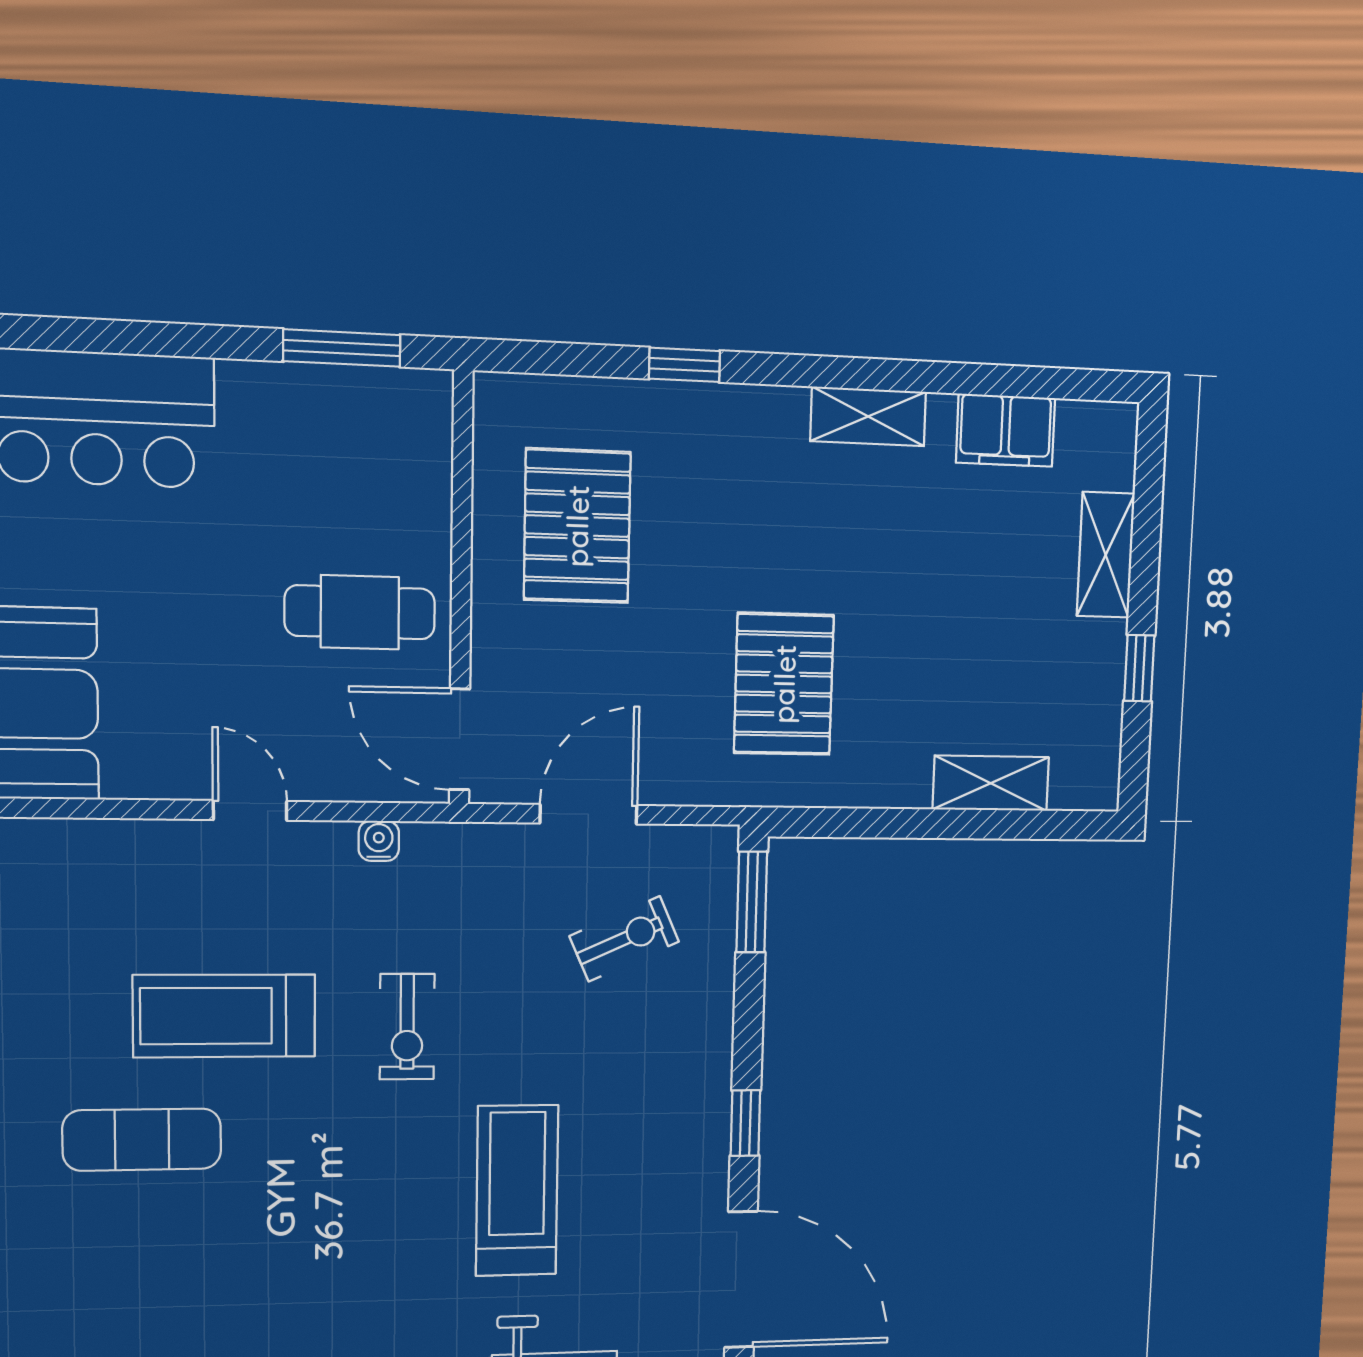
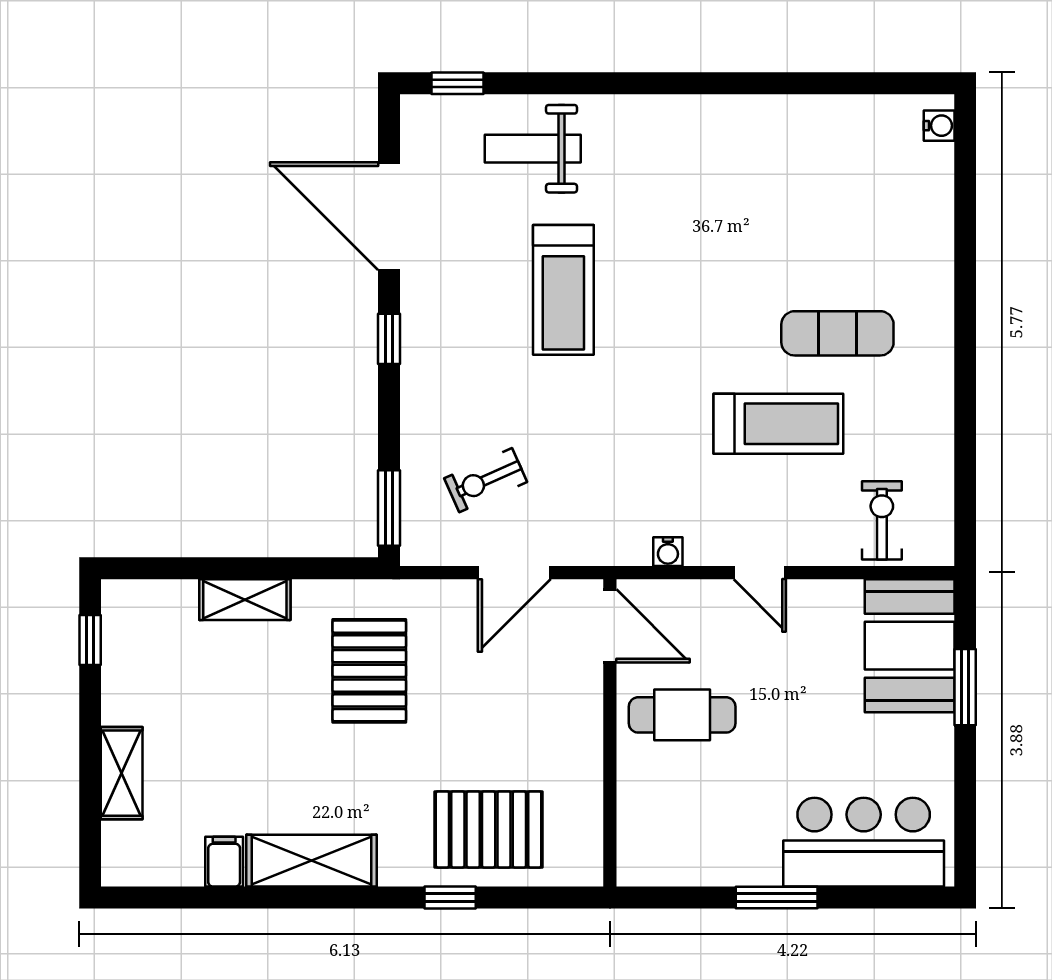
window: (342, 348) -> (777, 898), moved
shelving: (868, 416) -> (312, 861), width x1.50, depth x1.33
filing cabinet: (1006, 430) -> (224, 862), width x0.50
pallet: (577, 526) -> (489, 829), moved, turned 90
window: (1139, 668) -> (90, 640), moved
shelving: (991, 783) -> (245, 600), moved
exercise bike: (407, 1027) -> (882, 520), moved

